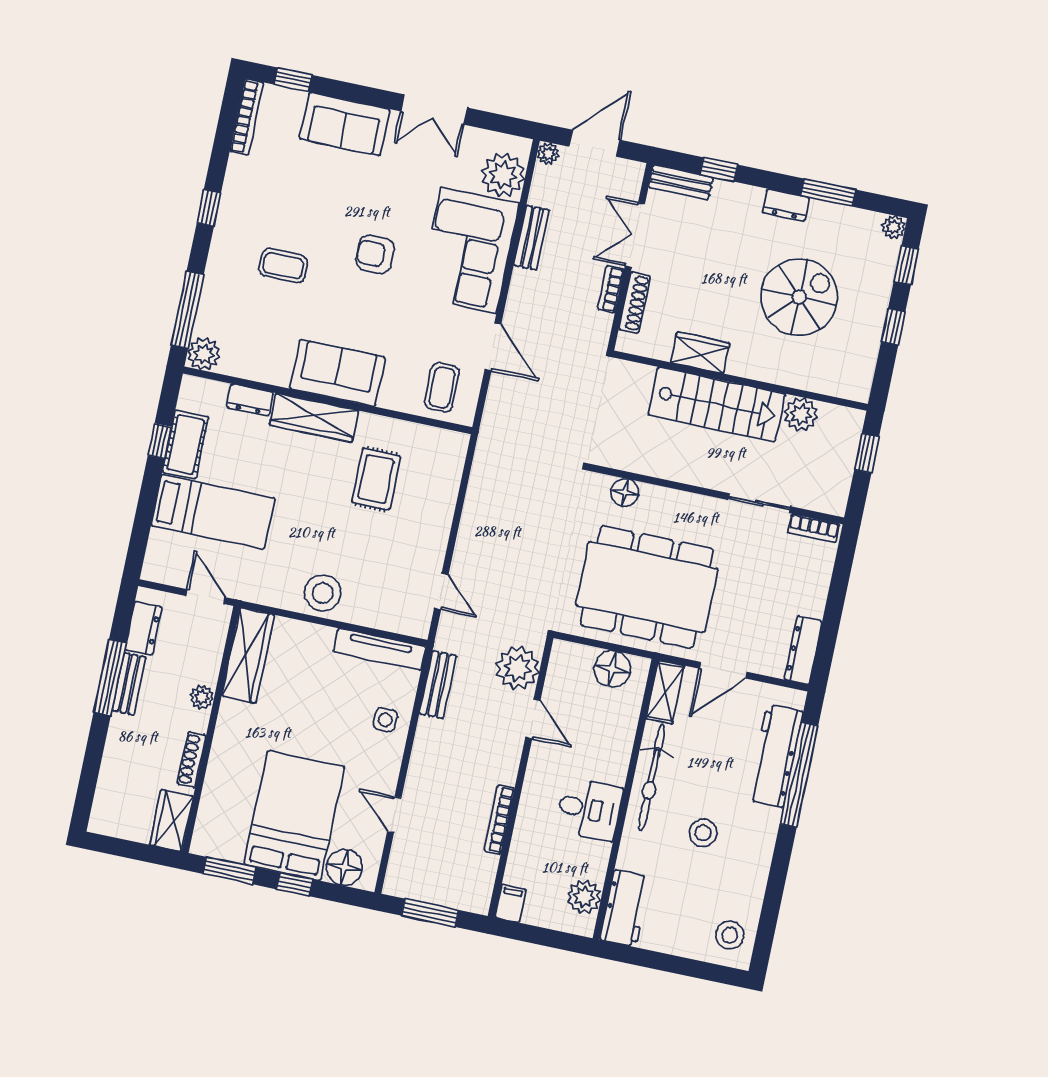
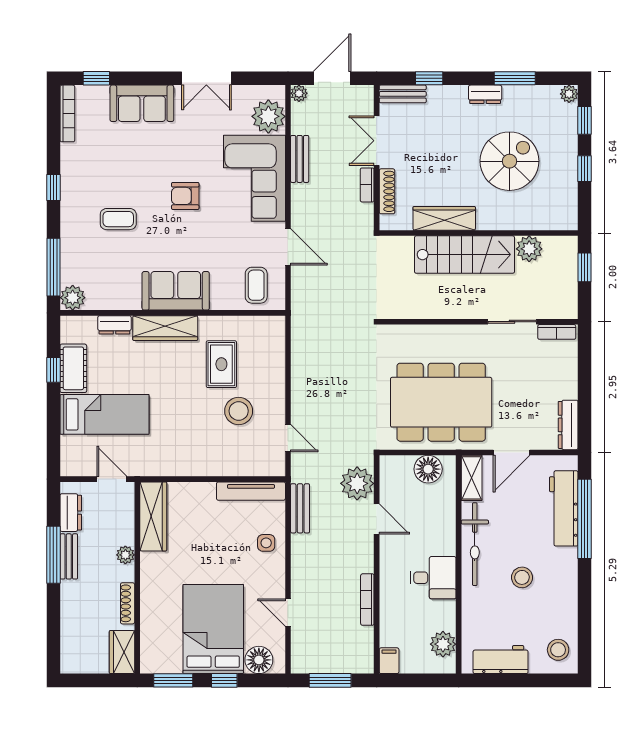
wardrobe: (700, 353) -> (444, 218), width x1.50
floor lamp: (625, 492) -> (410, 335), removed
stool: (323, 593) -> (239, 411), moved
workbench: (625, 908) -> (501, 660), moved, turned -90

